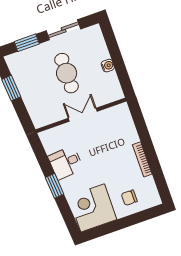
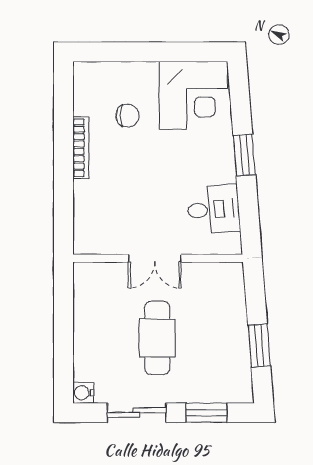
water cooler: (108, 66) -> (83, 393), moved
desk: (66, 163) -> (214, 209), moved
chair: (129, 198) -> (127, 116), moved

